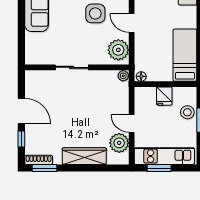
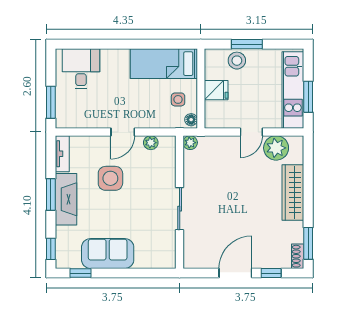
plant: (118, 50) -> (151, 143), width x0.53, depth x0.53
side table: (157, 66) -> (178, 99), added
shoe rack: (39, 160) -> (298, 256), width x0.70

